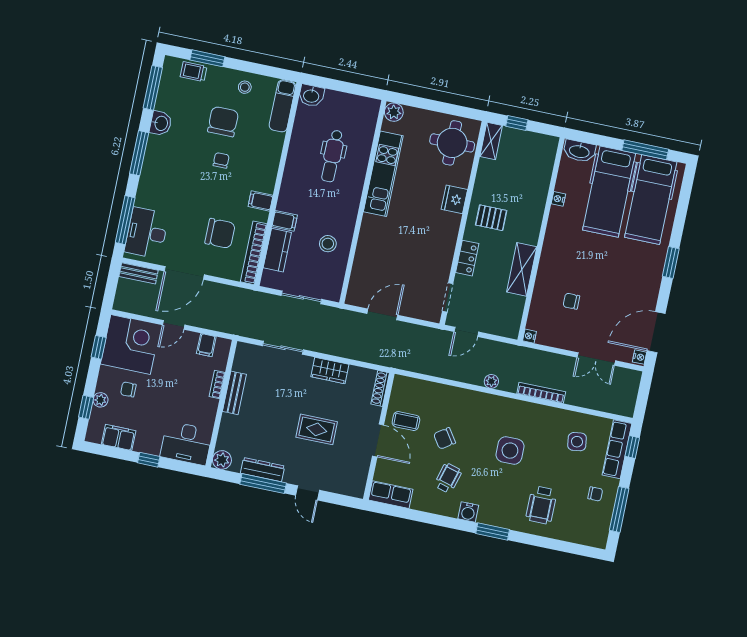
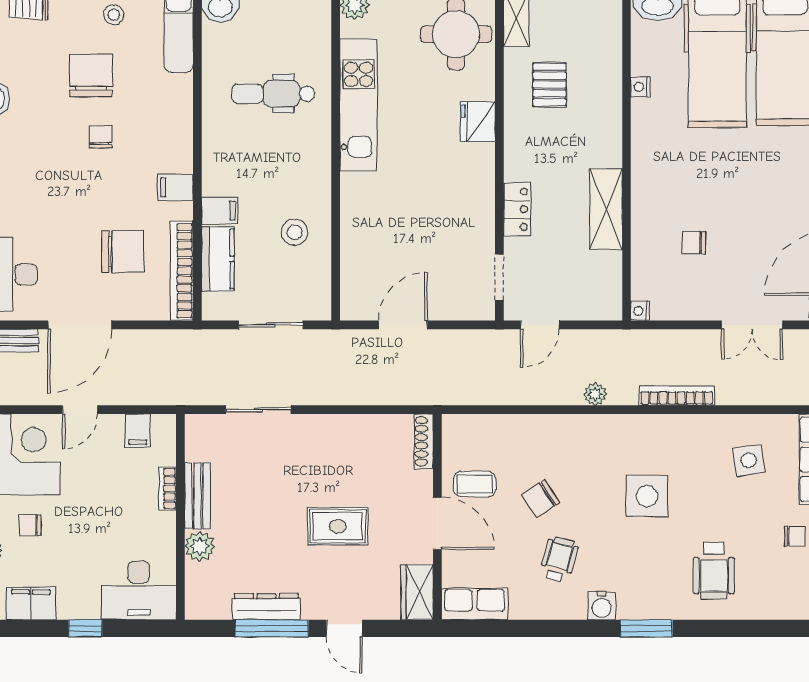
dental chair: (332, 156) -> (273, 94), turned 90
pallet: (491, 218) -> (550, 84), moved, turned 90
wardrobe: (330, 371) -> (417, 592), moved, turned 90
plant: (222, 460) -> (200, 546), moved

